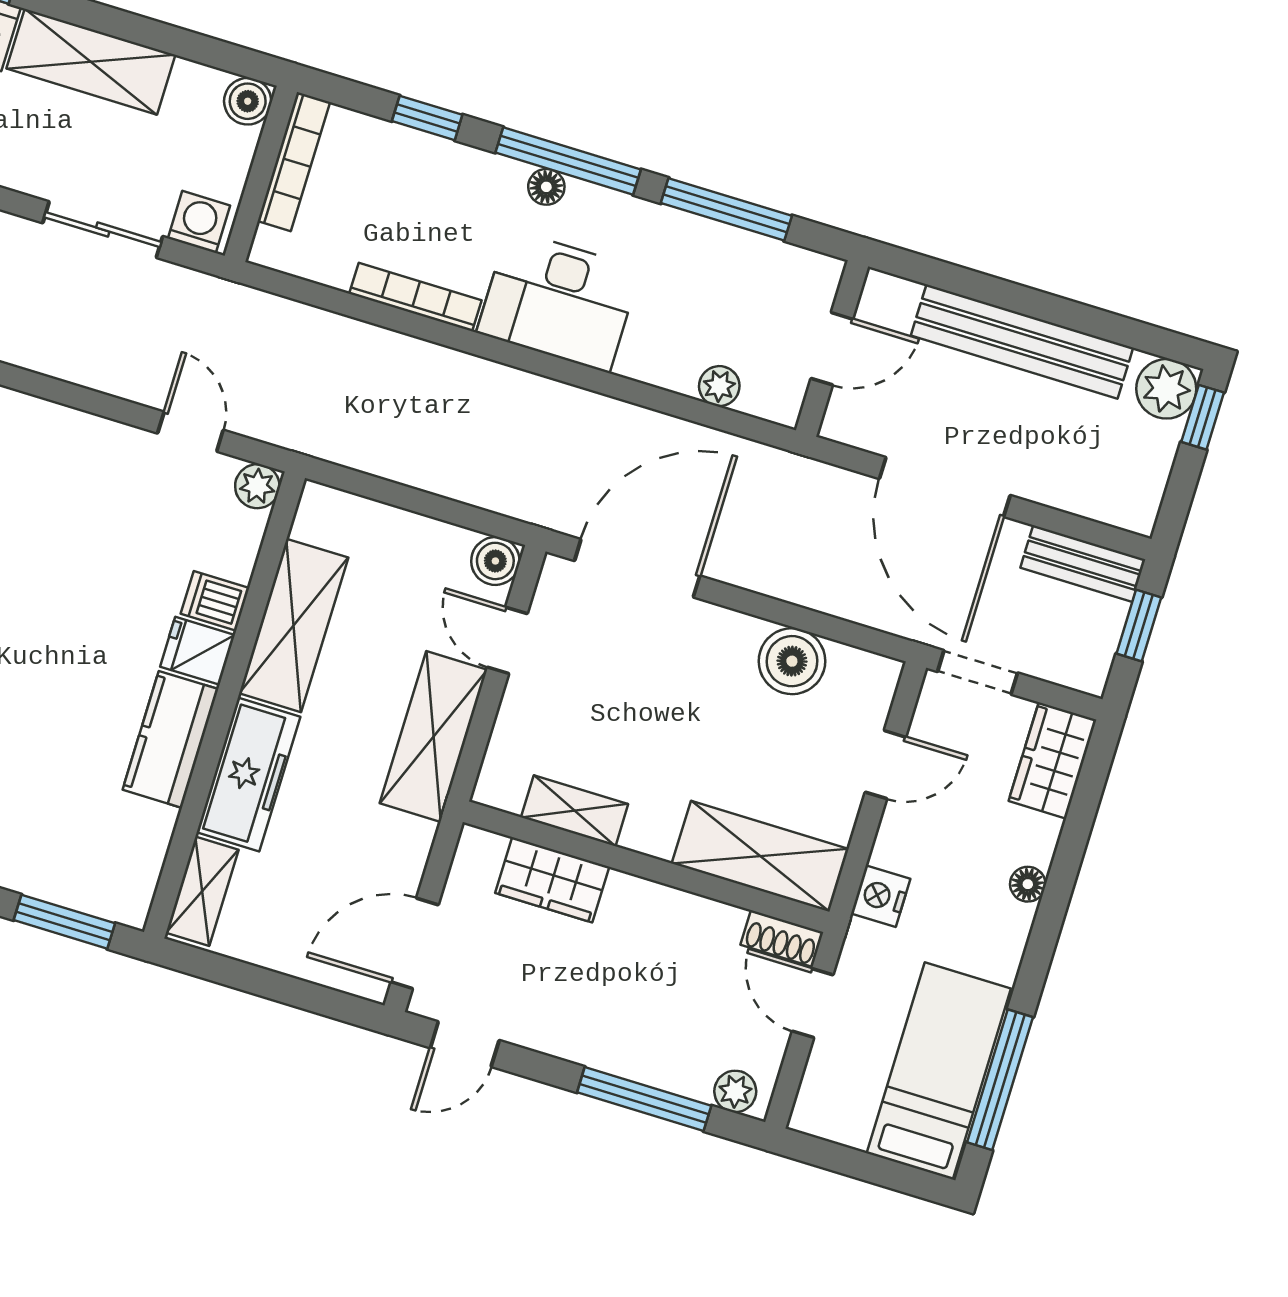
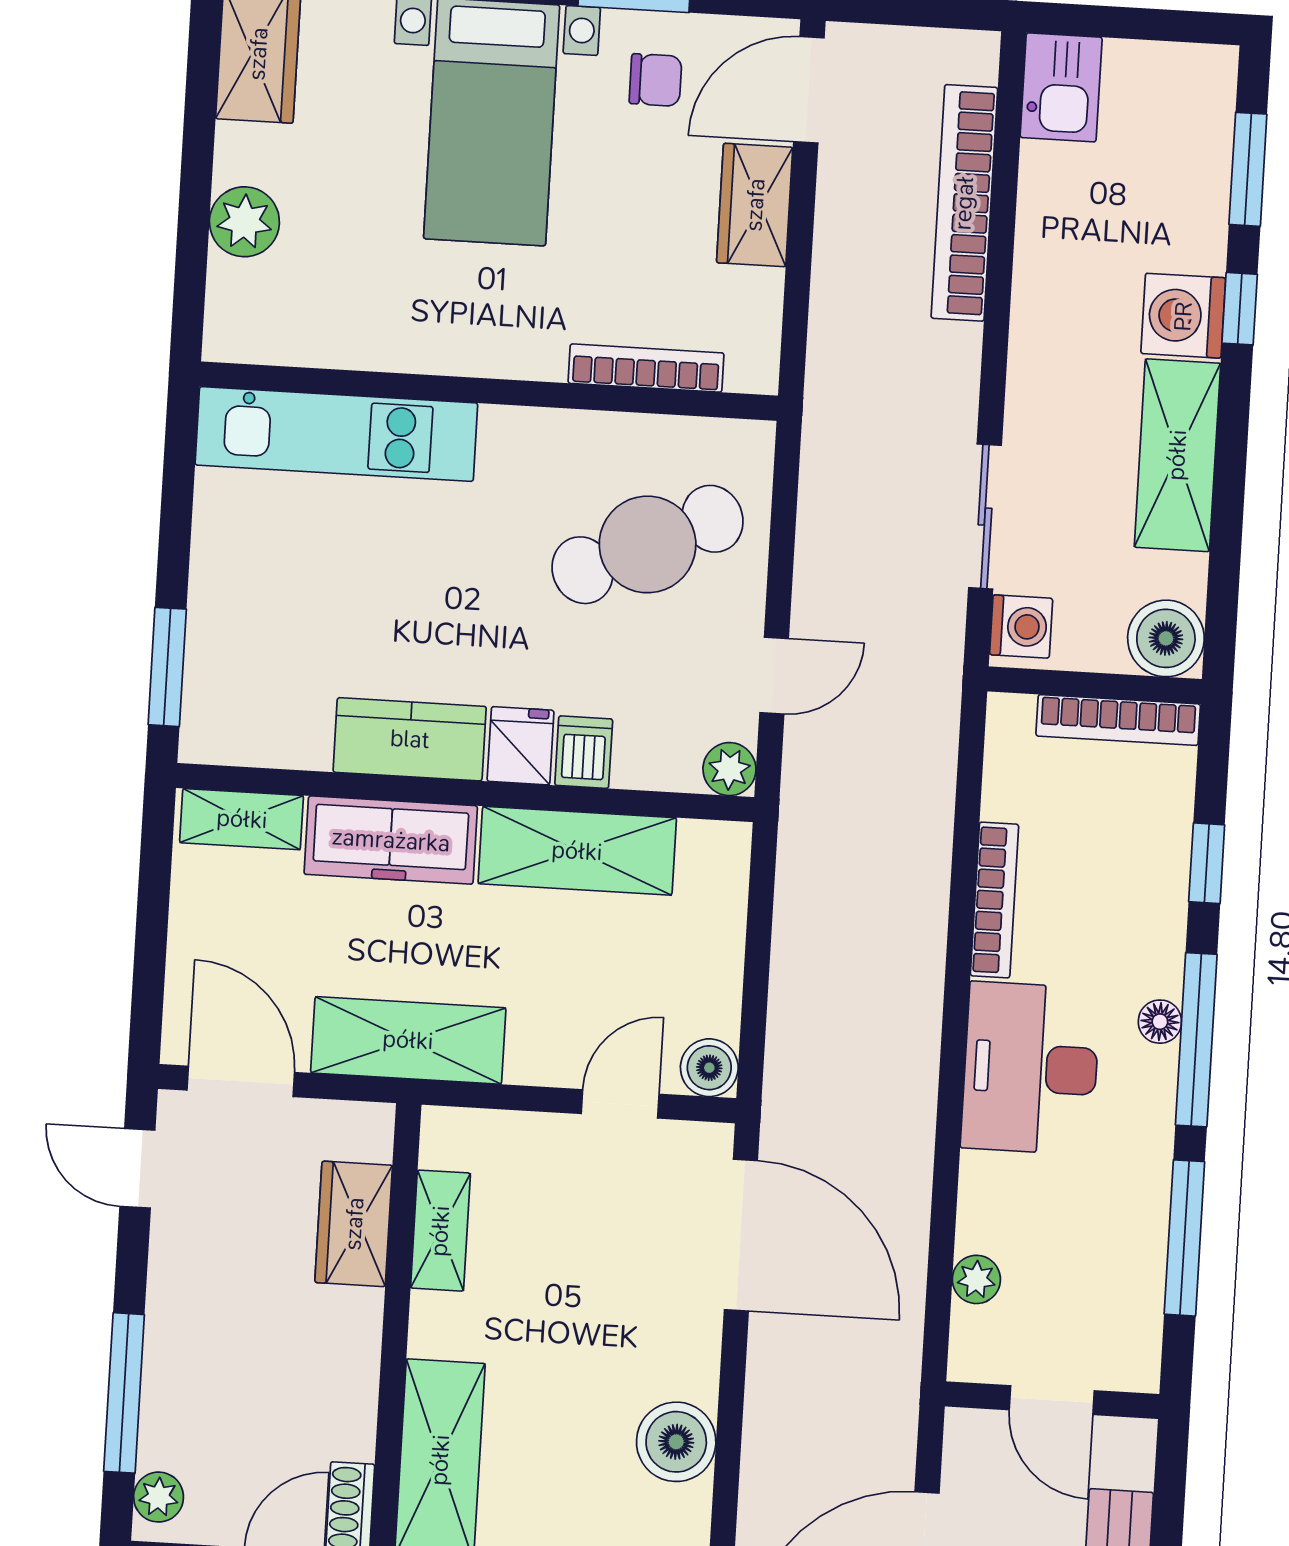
boiler: (248, 101) -> (1166, 638), width x1.36, depth x1.36
cafe table: (59, 508) -> (648, 544), added
shelving: (433, 736) -> (408, 1040), moved

